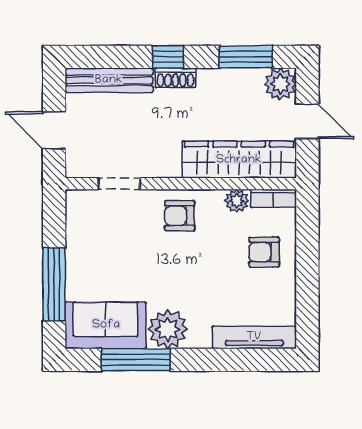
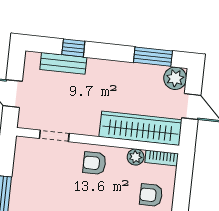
window: (168, 57) -> (73, 48), moved
shoe rack: (175, 78) -> (102, 66), removed
bench: (109, 80) -> (63, 63), width x0.73

